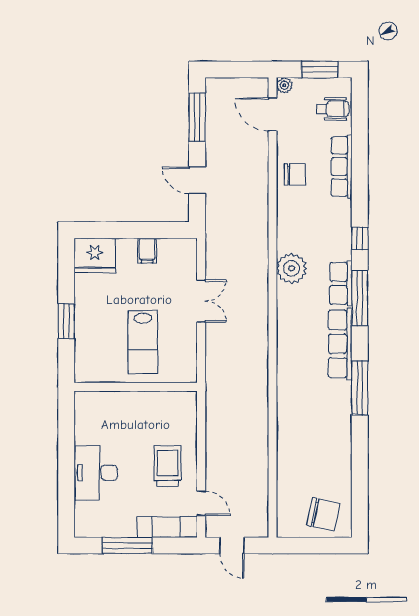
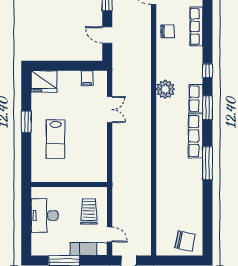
filing cabinet: (147, 251) -> (87, 78), moved
window: (360, 298) -> (208, 108), width x0.69
lab bench: (143, 342) -> (56, 139), moved
wall: (136, 387) -> (69, 185), moved

